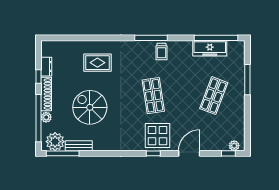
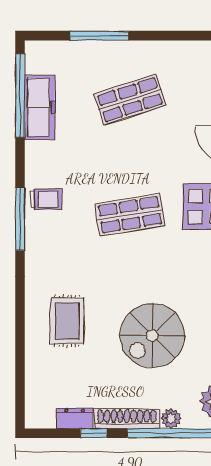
shop shelf: (214, 96) -> (130, 100), turned -39

